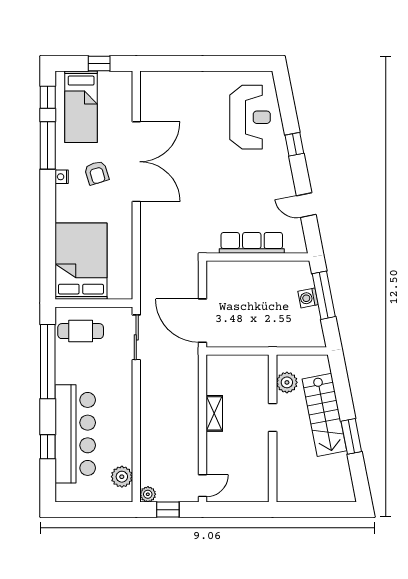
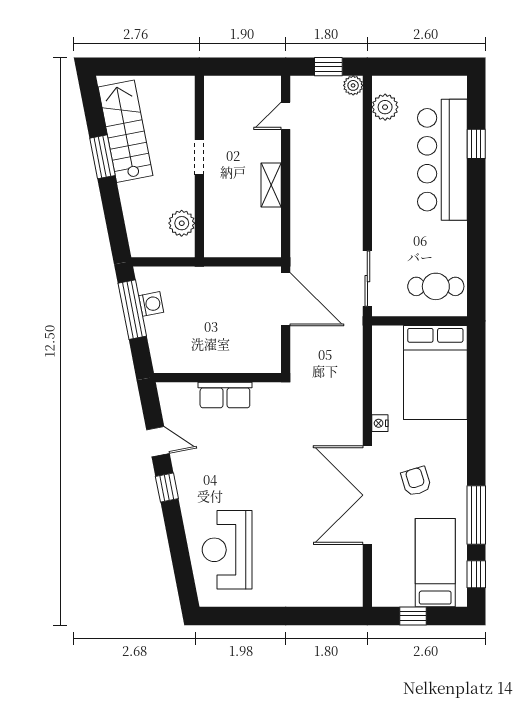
window: (294, 144) -> (167, 488), moved
nightstand: (62, 177) -> (380, 423), moved, turned 180
row of seats: (252, 243) -> (225, 395), width x0.68
window: (324, 295) -> (132, 310), moved
washing machine: (308, 298) -> (151, 304), moved
window: (48, 362) -> (476, 249), removed
stairs: (324, 415) -> (125, 131), moved
doorway: (273, 418) -> (199, 157), moved
door: (203, 486) -> (286, 116), moved

